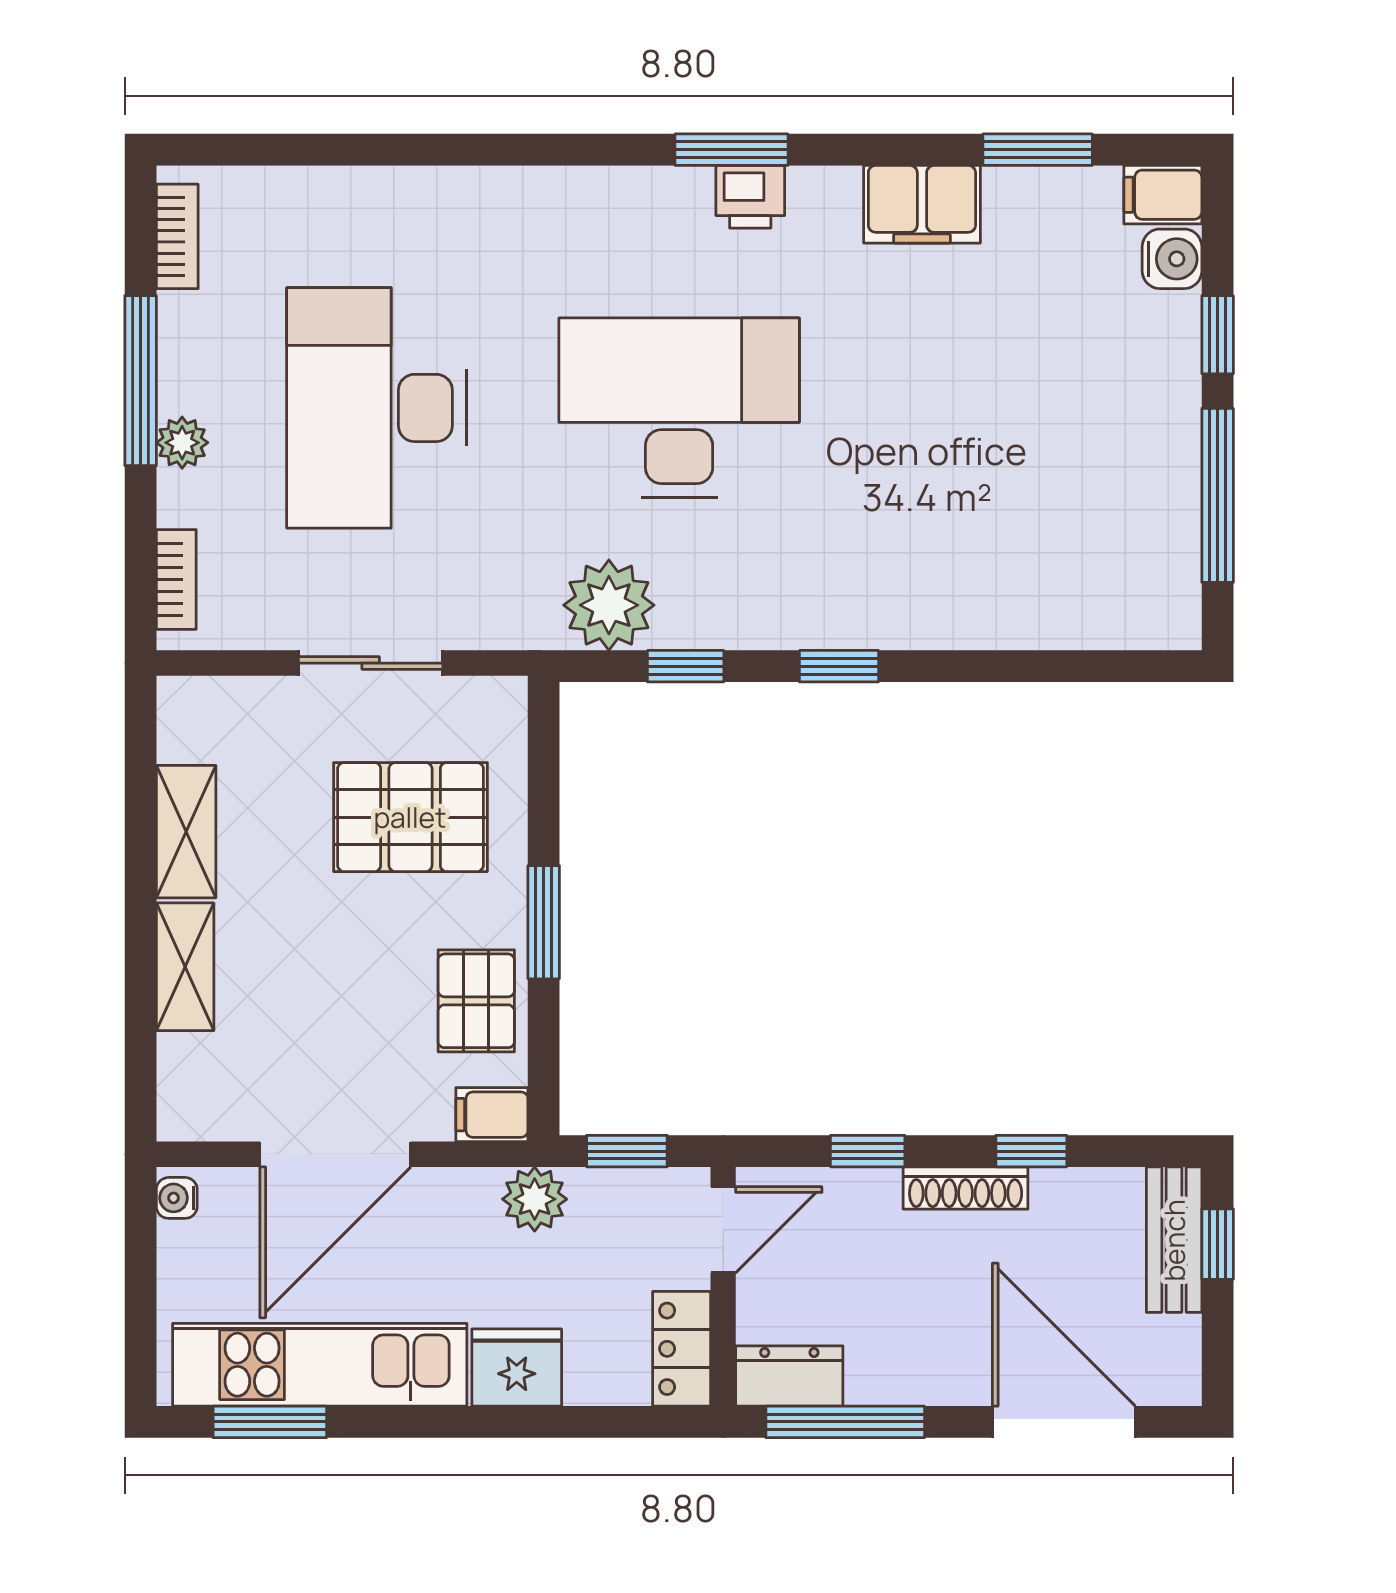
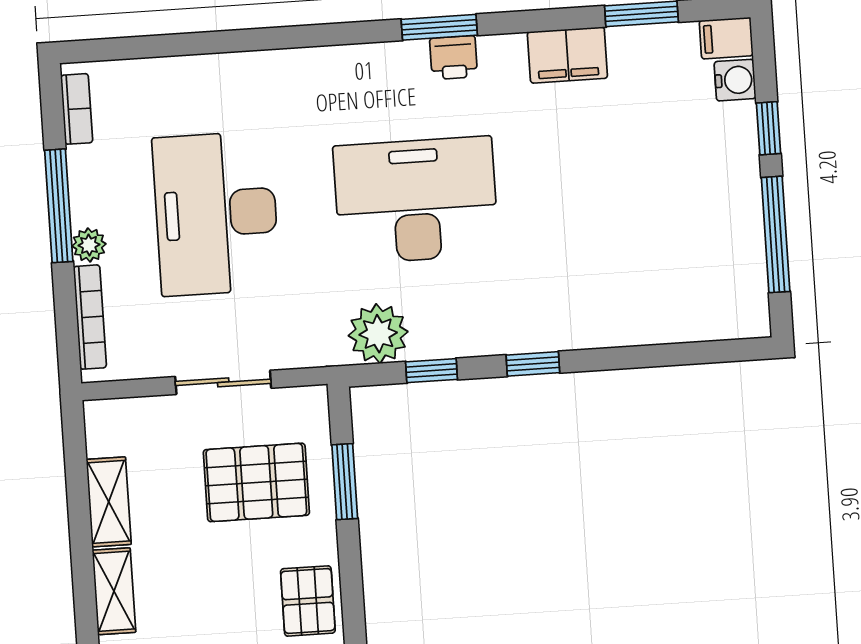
bookcase: (176, 579) -> (90, 317), width x1.56
window: (544, 922) -> (345, 482), moved

